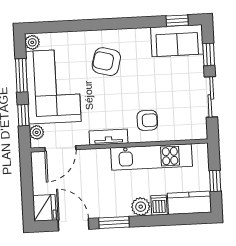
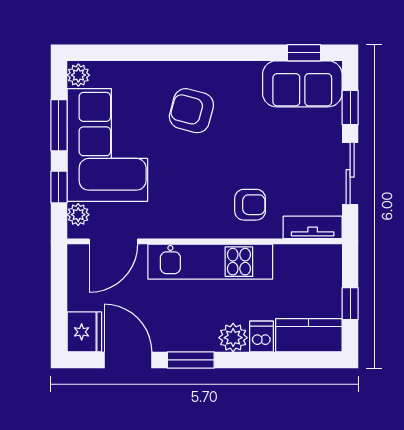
tv unit: (108, 137) -> (313, 227), moved
kitchen unit: (151, 157) -> (210, 262), moved

